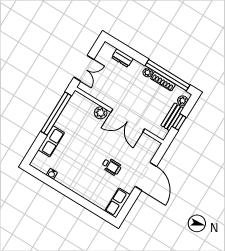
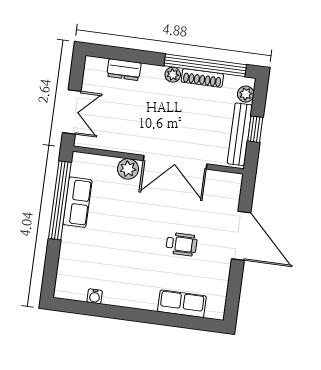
bench: (172, 117) -> (240, 134), width x1.36
row of seats: (51, 141) -> (77, 202), moved
row of seats: (118, 203) -> (182, 304), moved, turned 90

